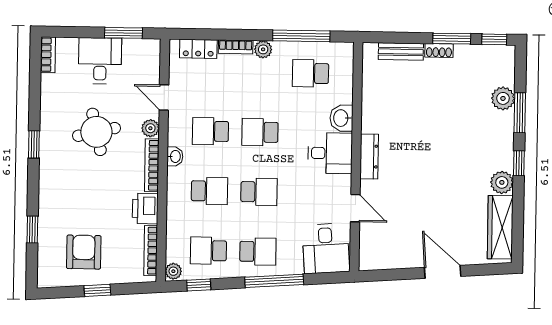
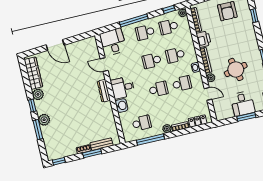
window: (124, 33) -> (246, 117), moved
window: (452, 39) -> (92, 153), moved
plant: (503, 98) -> (44, 120), moved
school desk: (208, 251) -> (169, 27), turned 180

